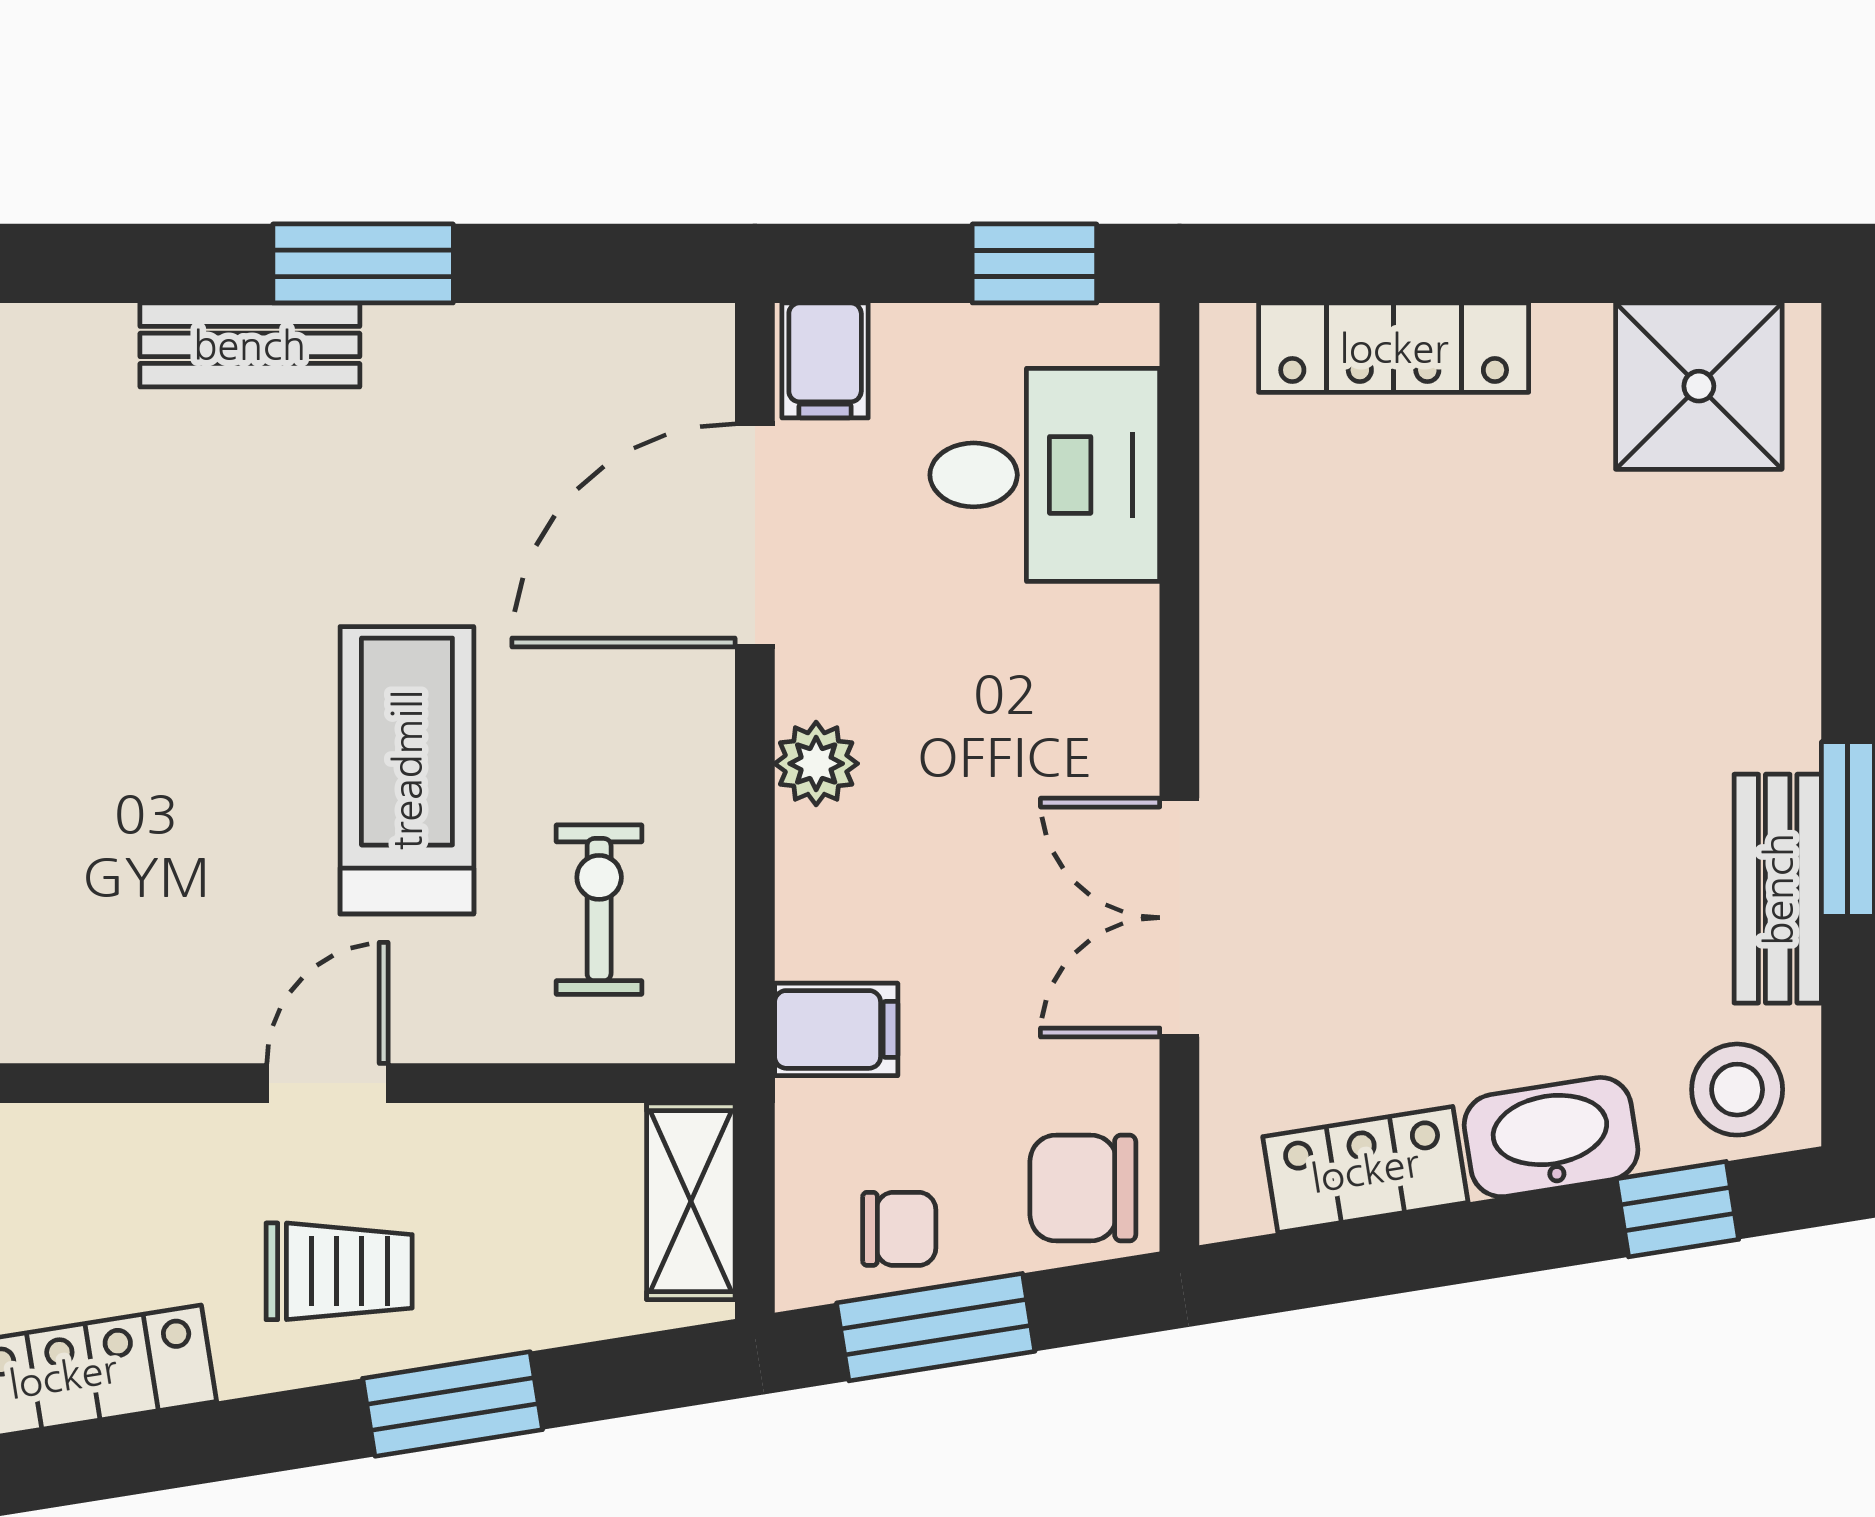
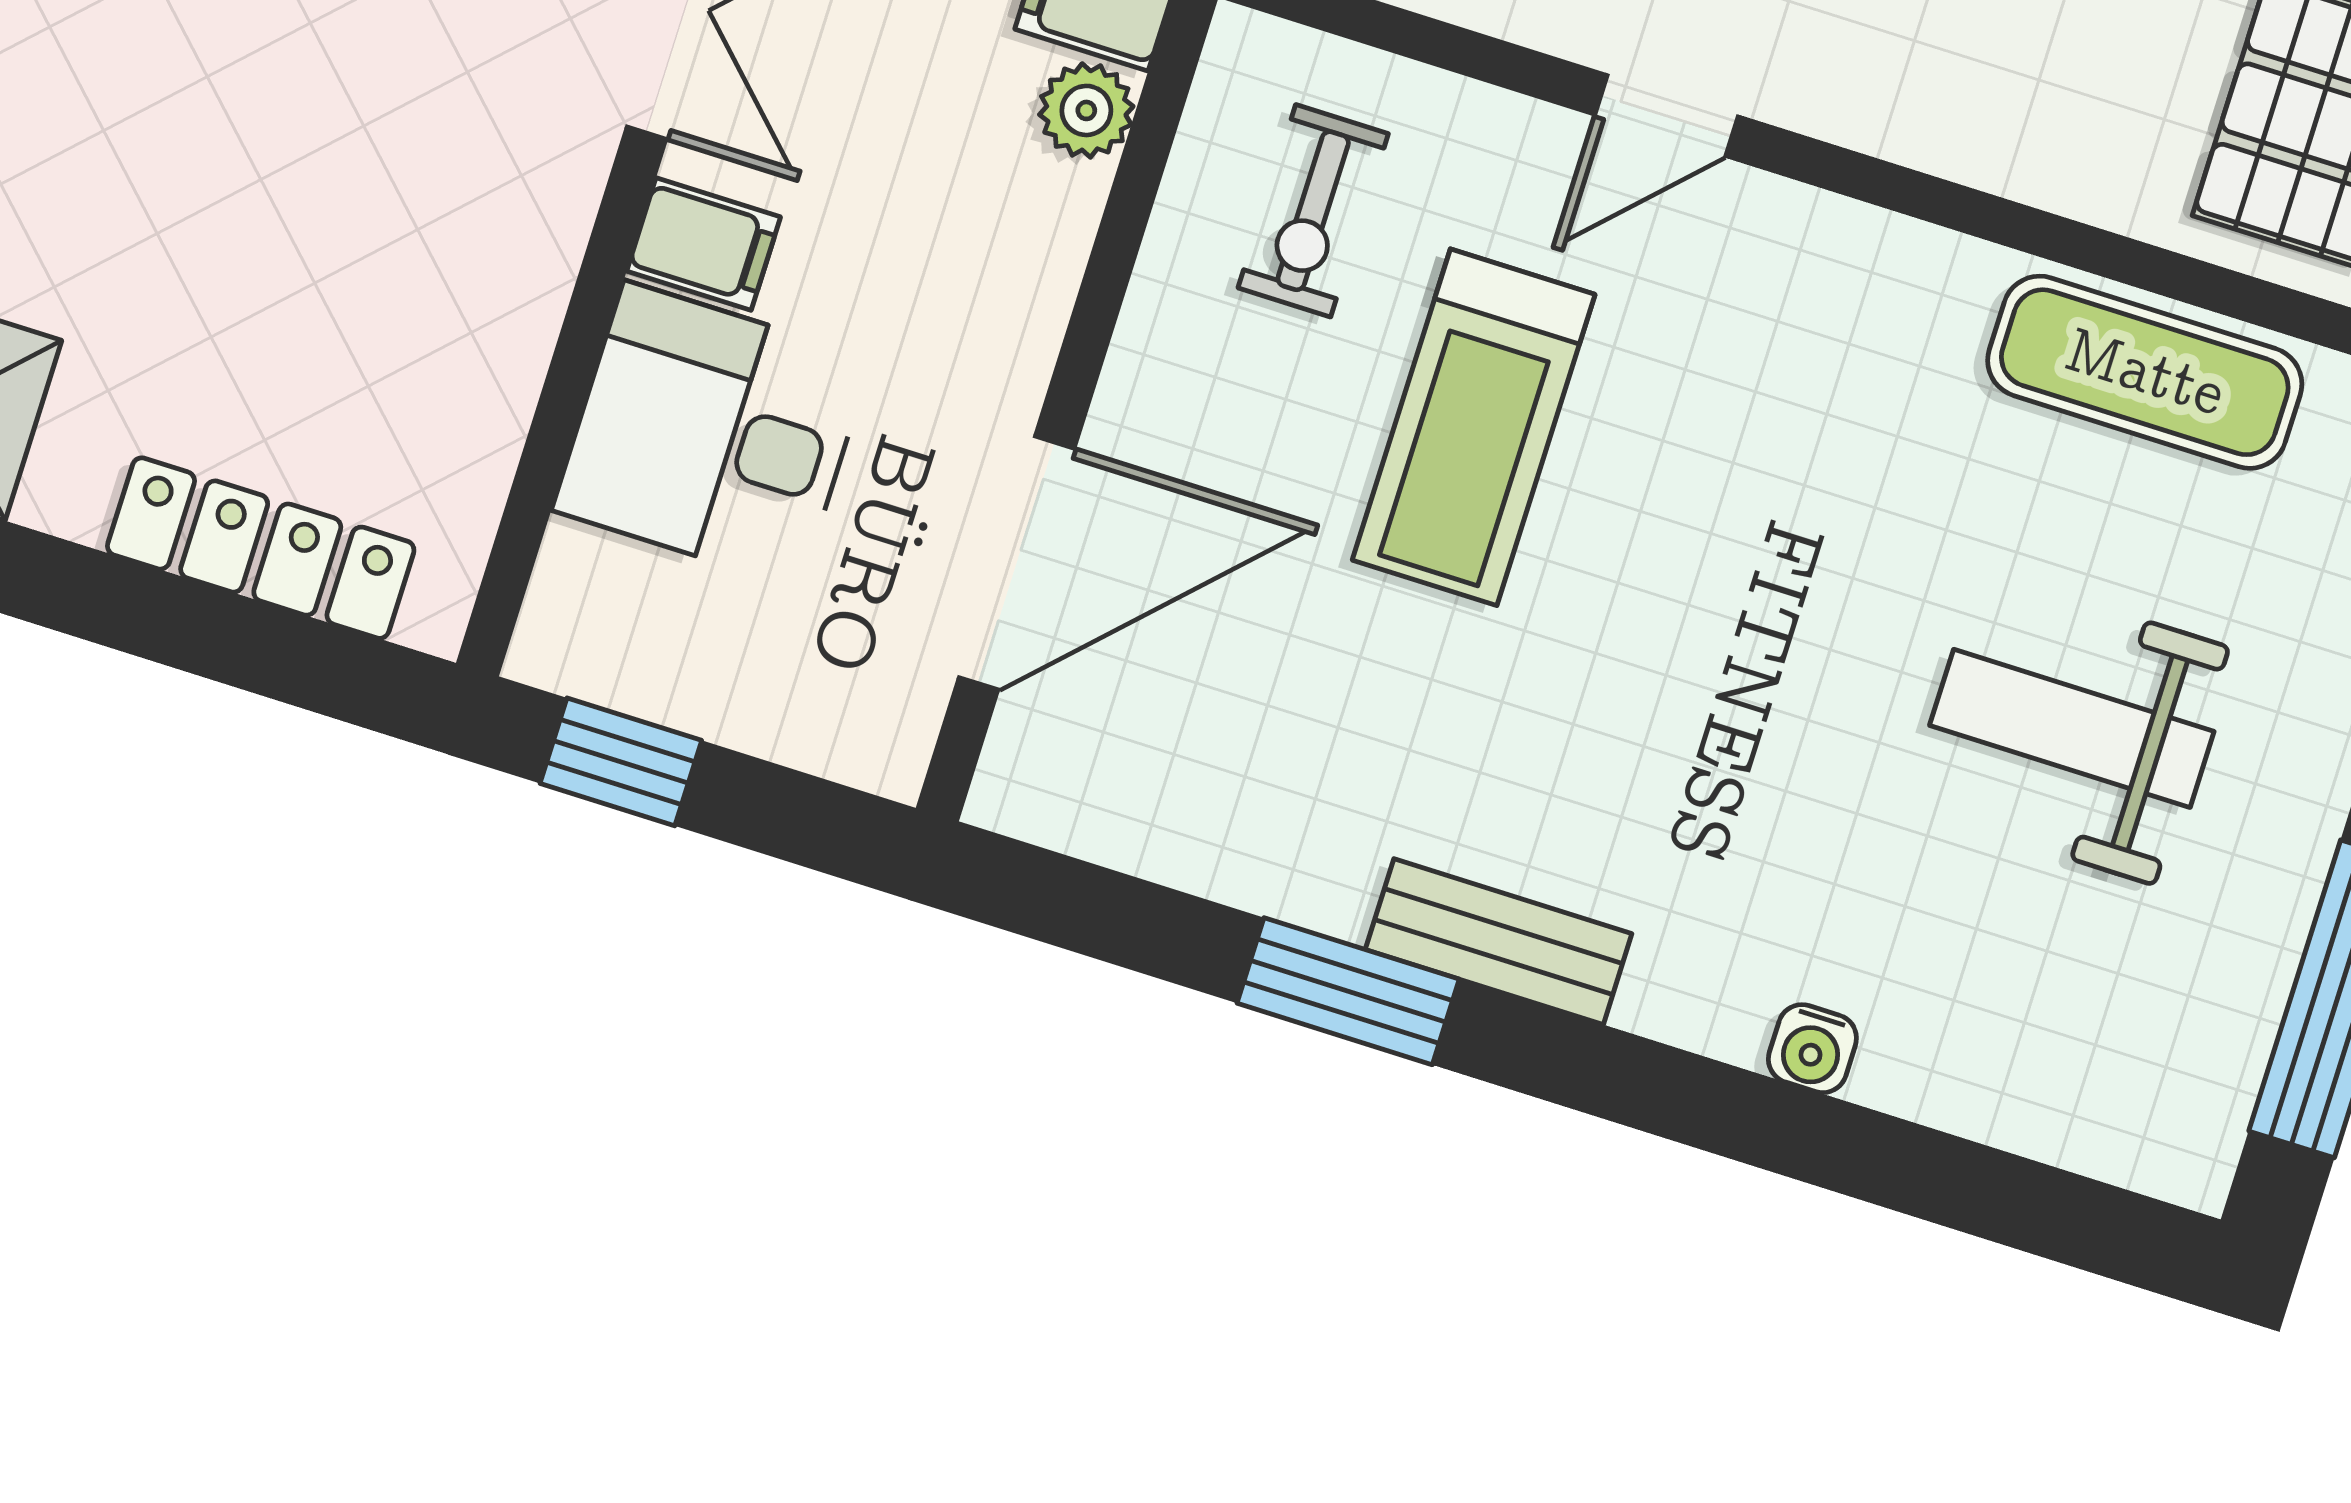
filing cabinet: (825, 360) -> (704, 244), moved, turned 90
desk: (1045, 475) -> (712, 434), moved
plant: (816, 764) -> (1086, 110), moved

